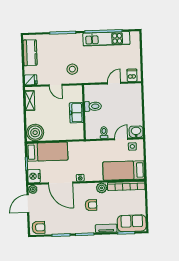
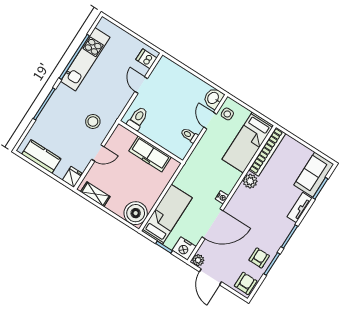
toilet: (93, 106) -> (138, 119), moved
freezer: (76, 113) -> (150, 154), width x1.40
armchair: (91, 205) -> (259, 258), moved

